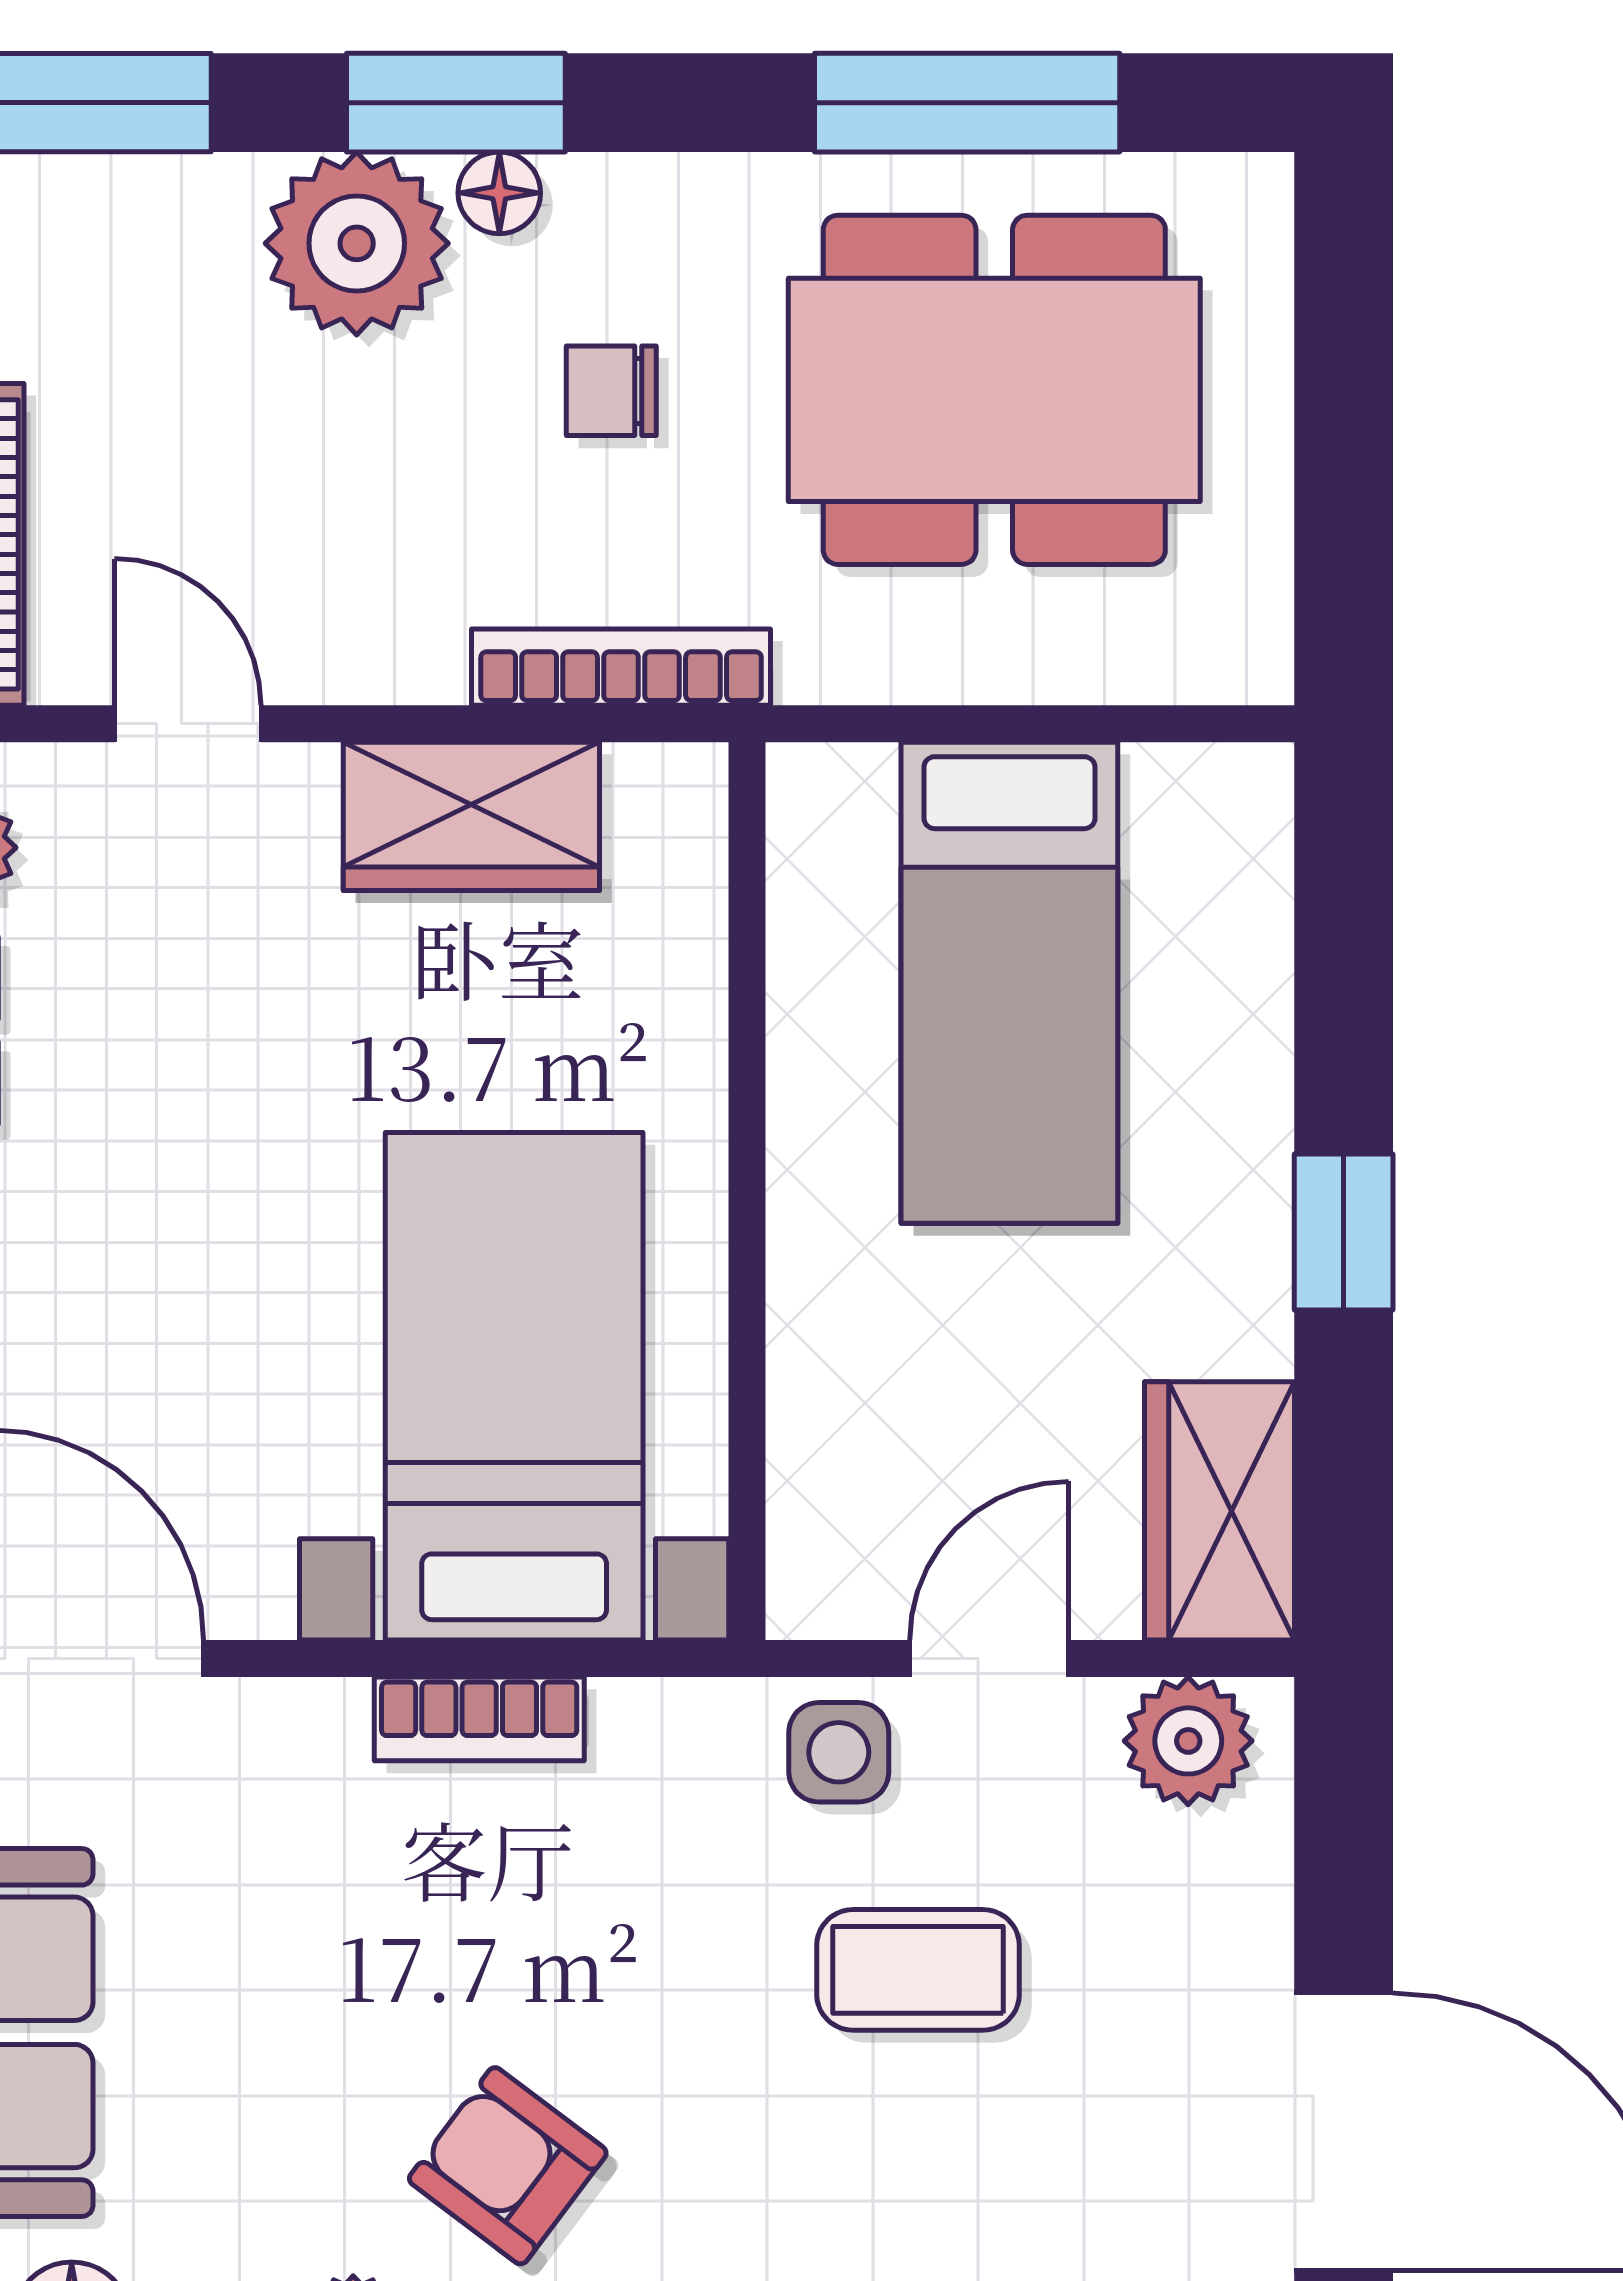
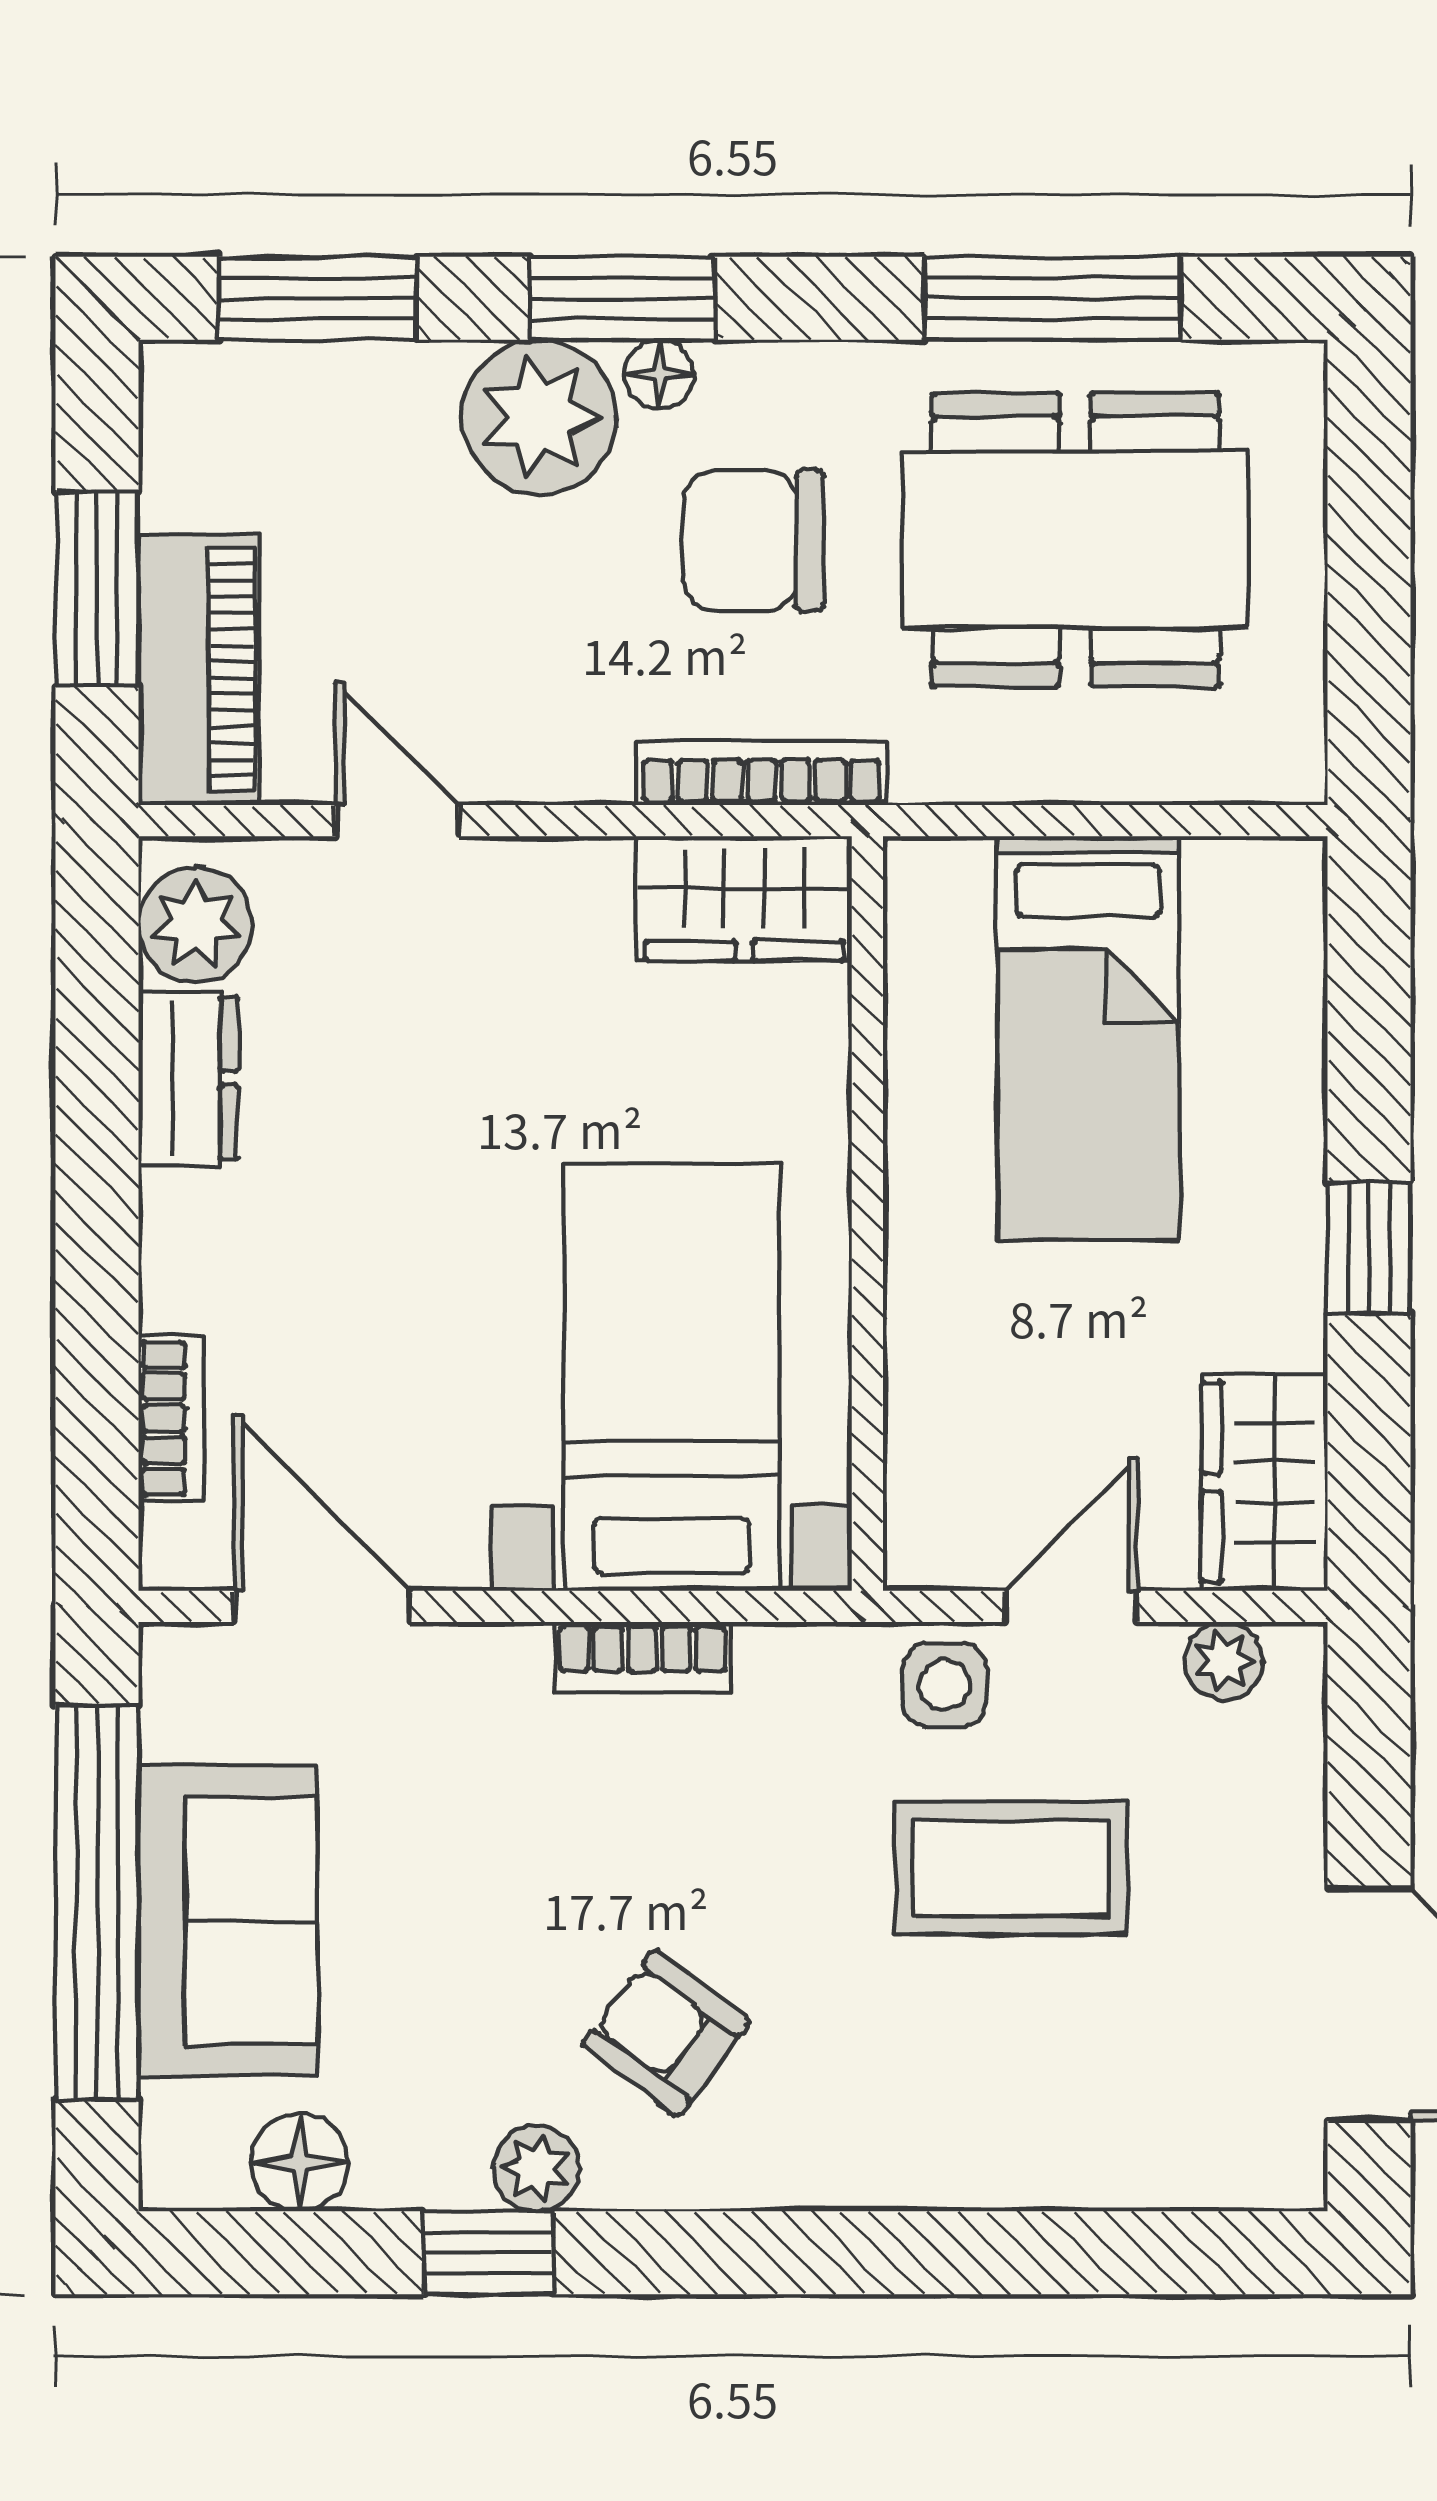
chair: (611, 391) -> (753, 541), width x1.87, depth x1.87
wardrobe: (471, 816) -> (744, 898), moved
plant: (1188, 1741) -> (1224, 1661), width x0.73, depth x0.73
coffee table: (918, 1970) -> (1011, 1868), width x1.36, depth x1.30

